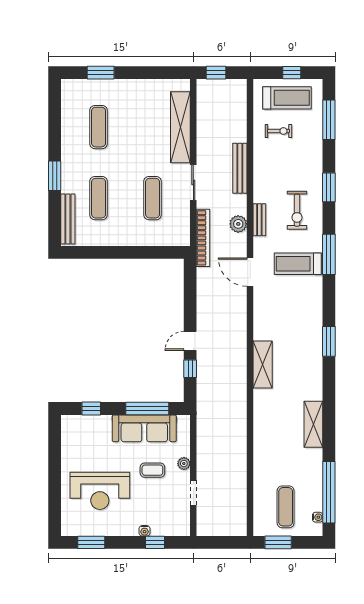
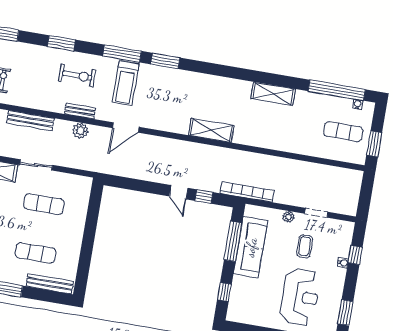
bookcase: (203, 238) -> (247, 192), moved
window: (329, 341) -> (165, 61), moved
coffee table: (152, 470) -> (305, 246), moved

